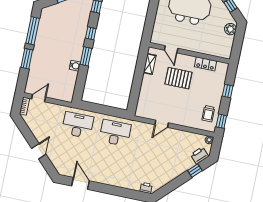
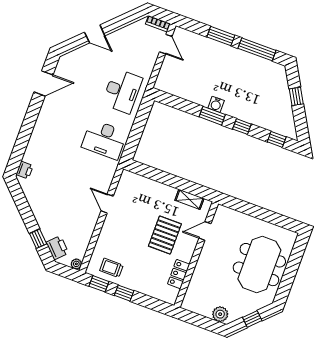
water cooler: (75, 66) -> (216, 104), moved
window: (228, 91) -> (124, 293), moved
desk: (115, 133) -> (104, 139), turned 90

